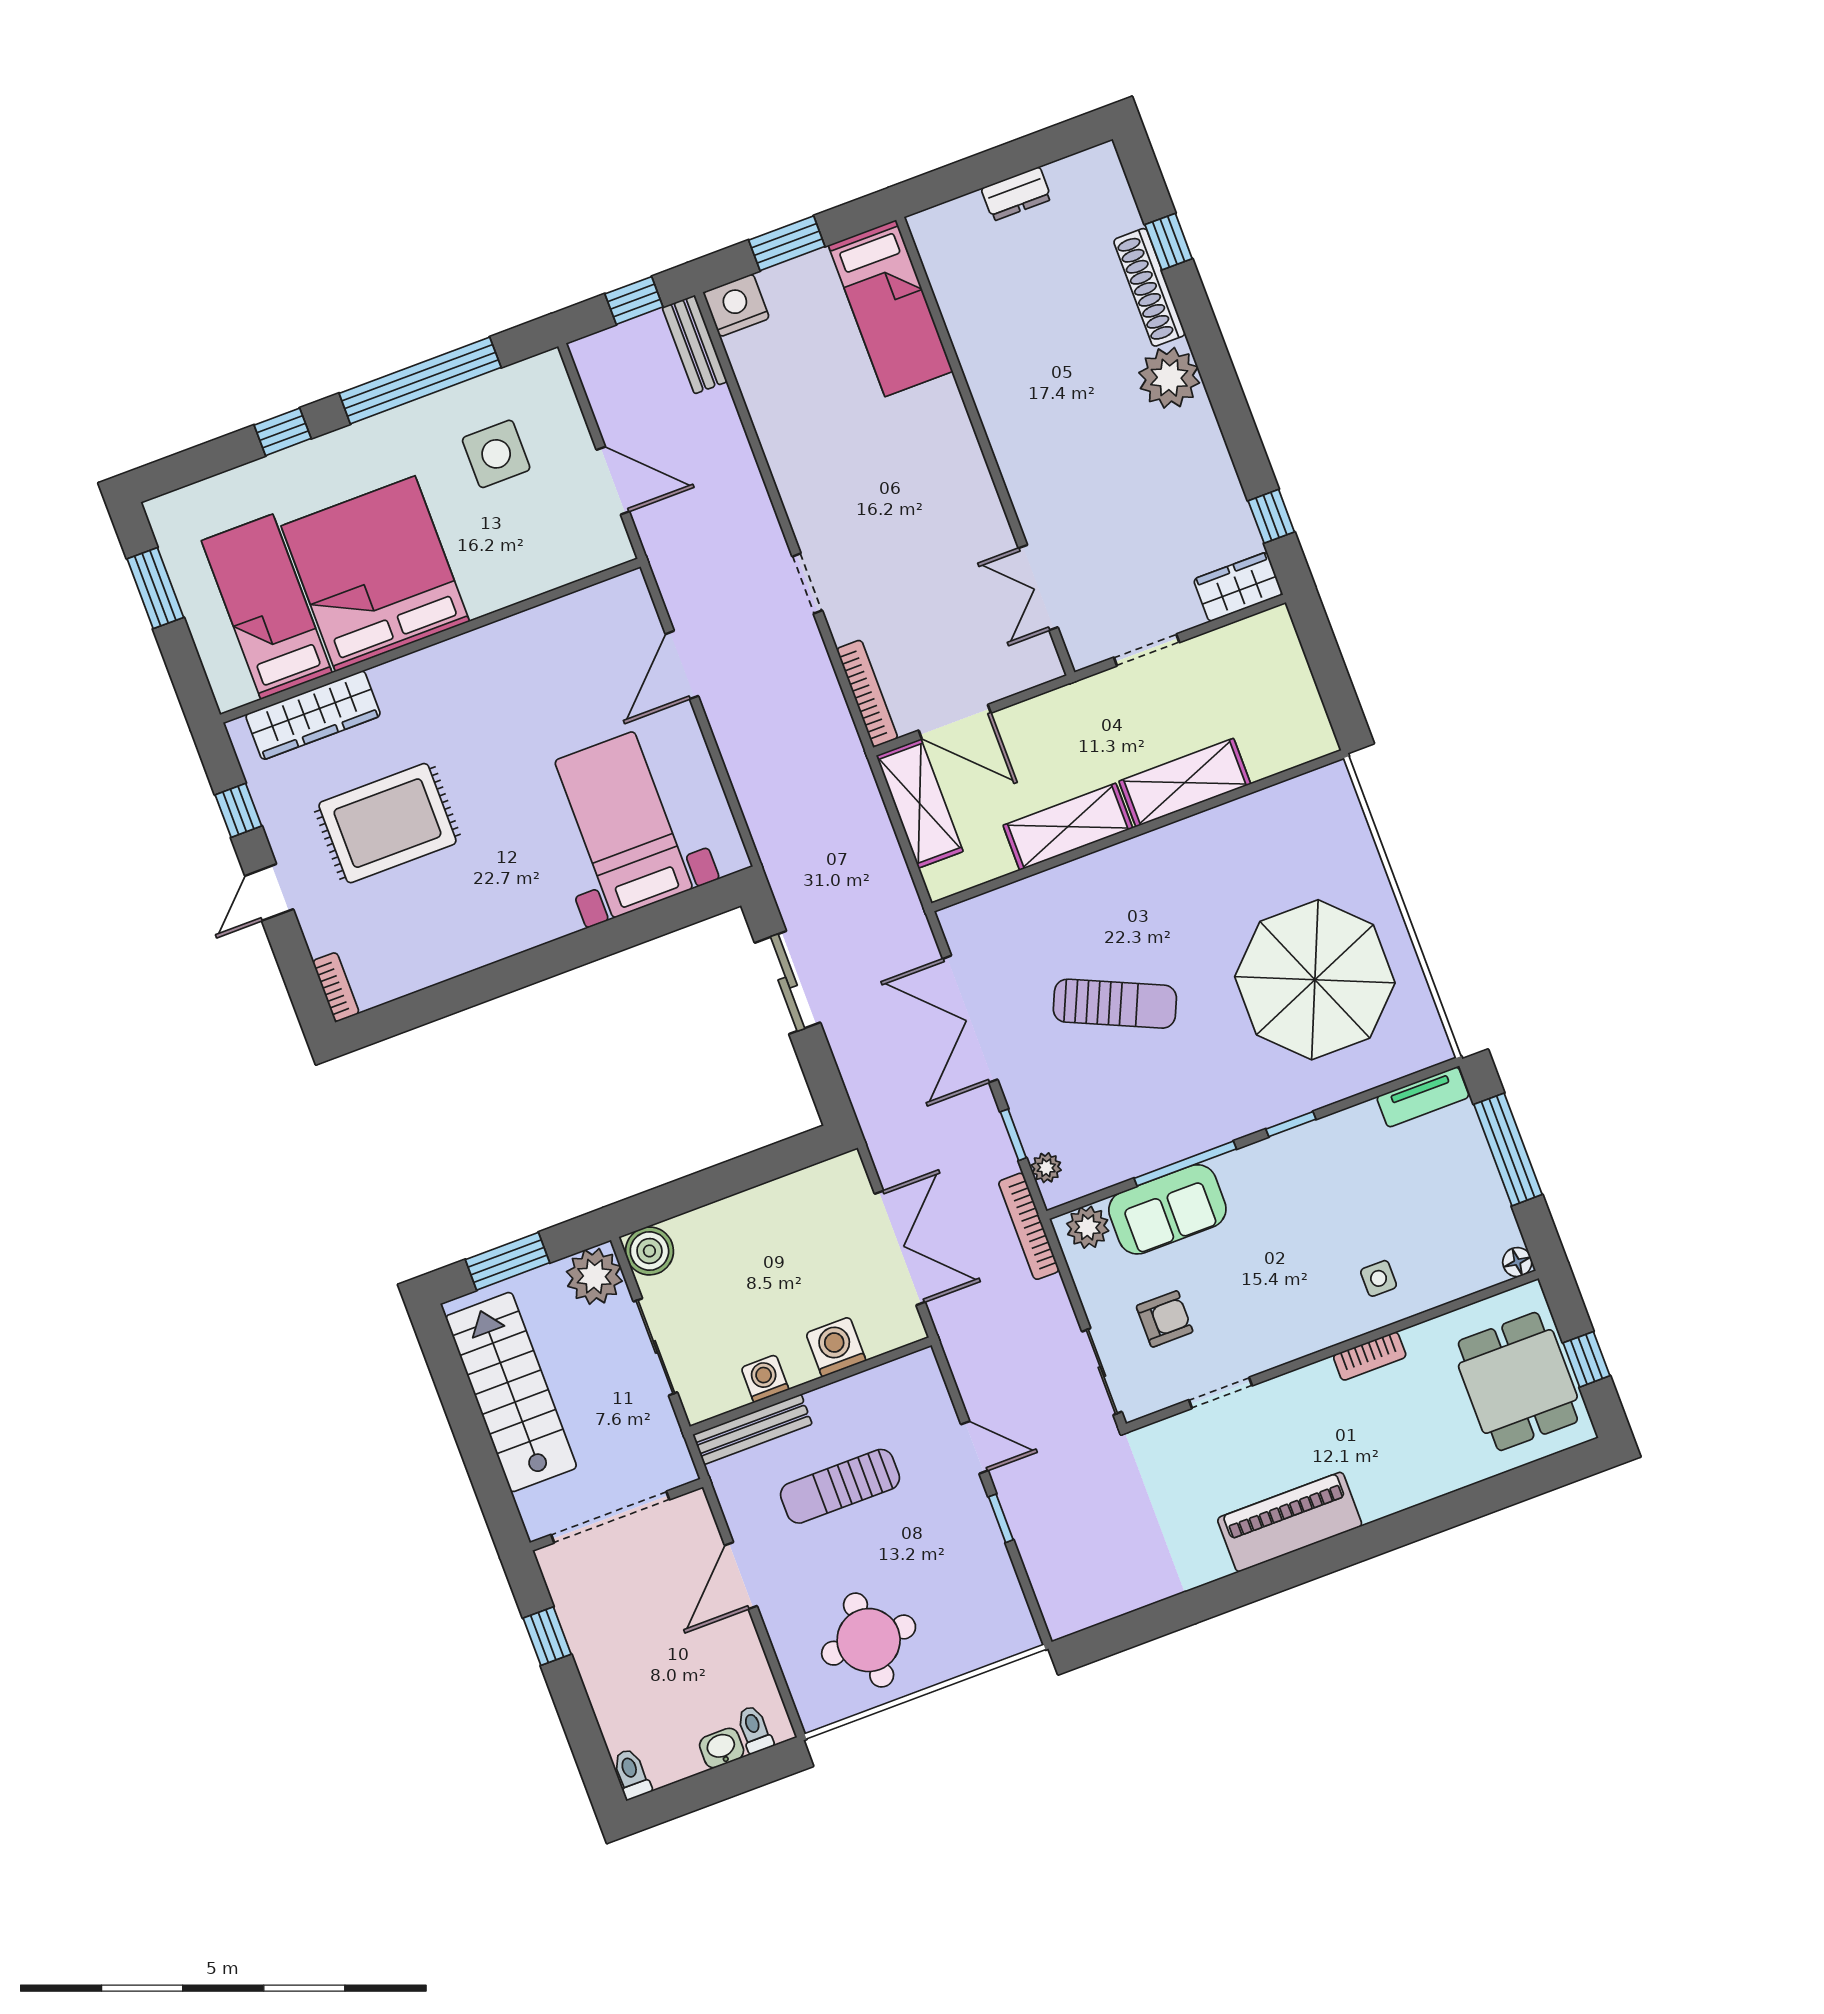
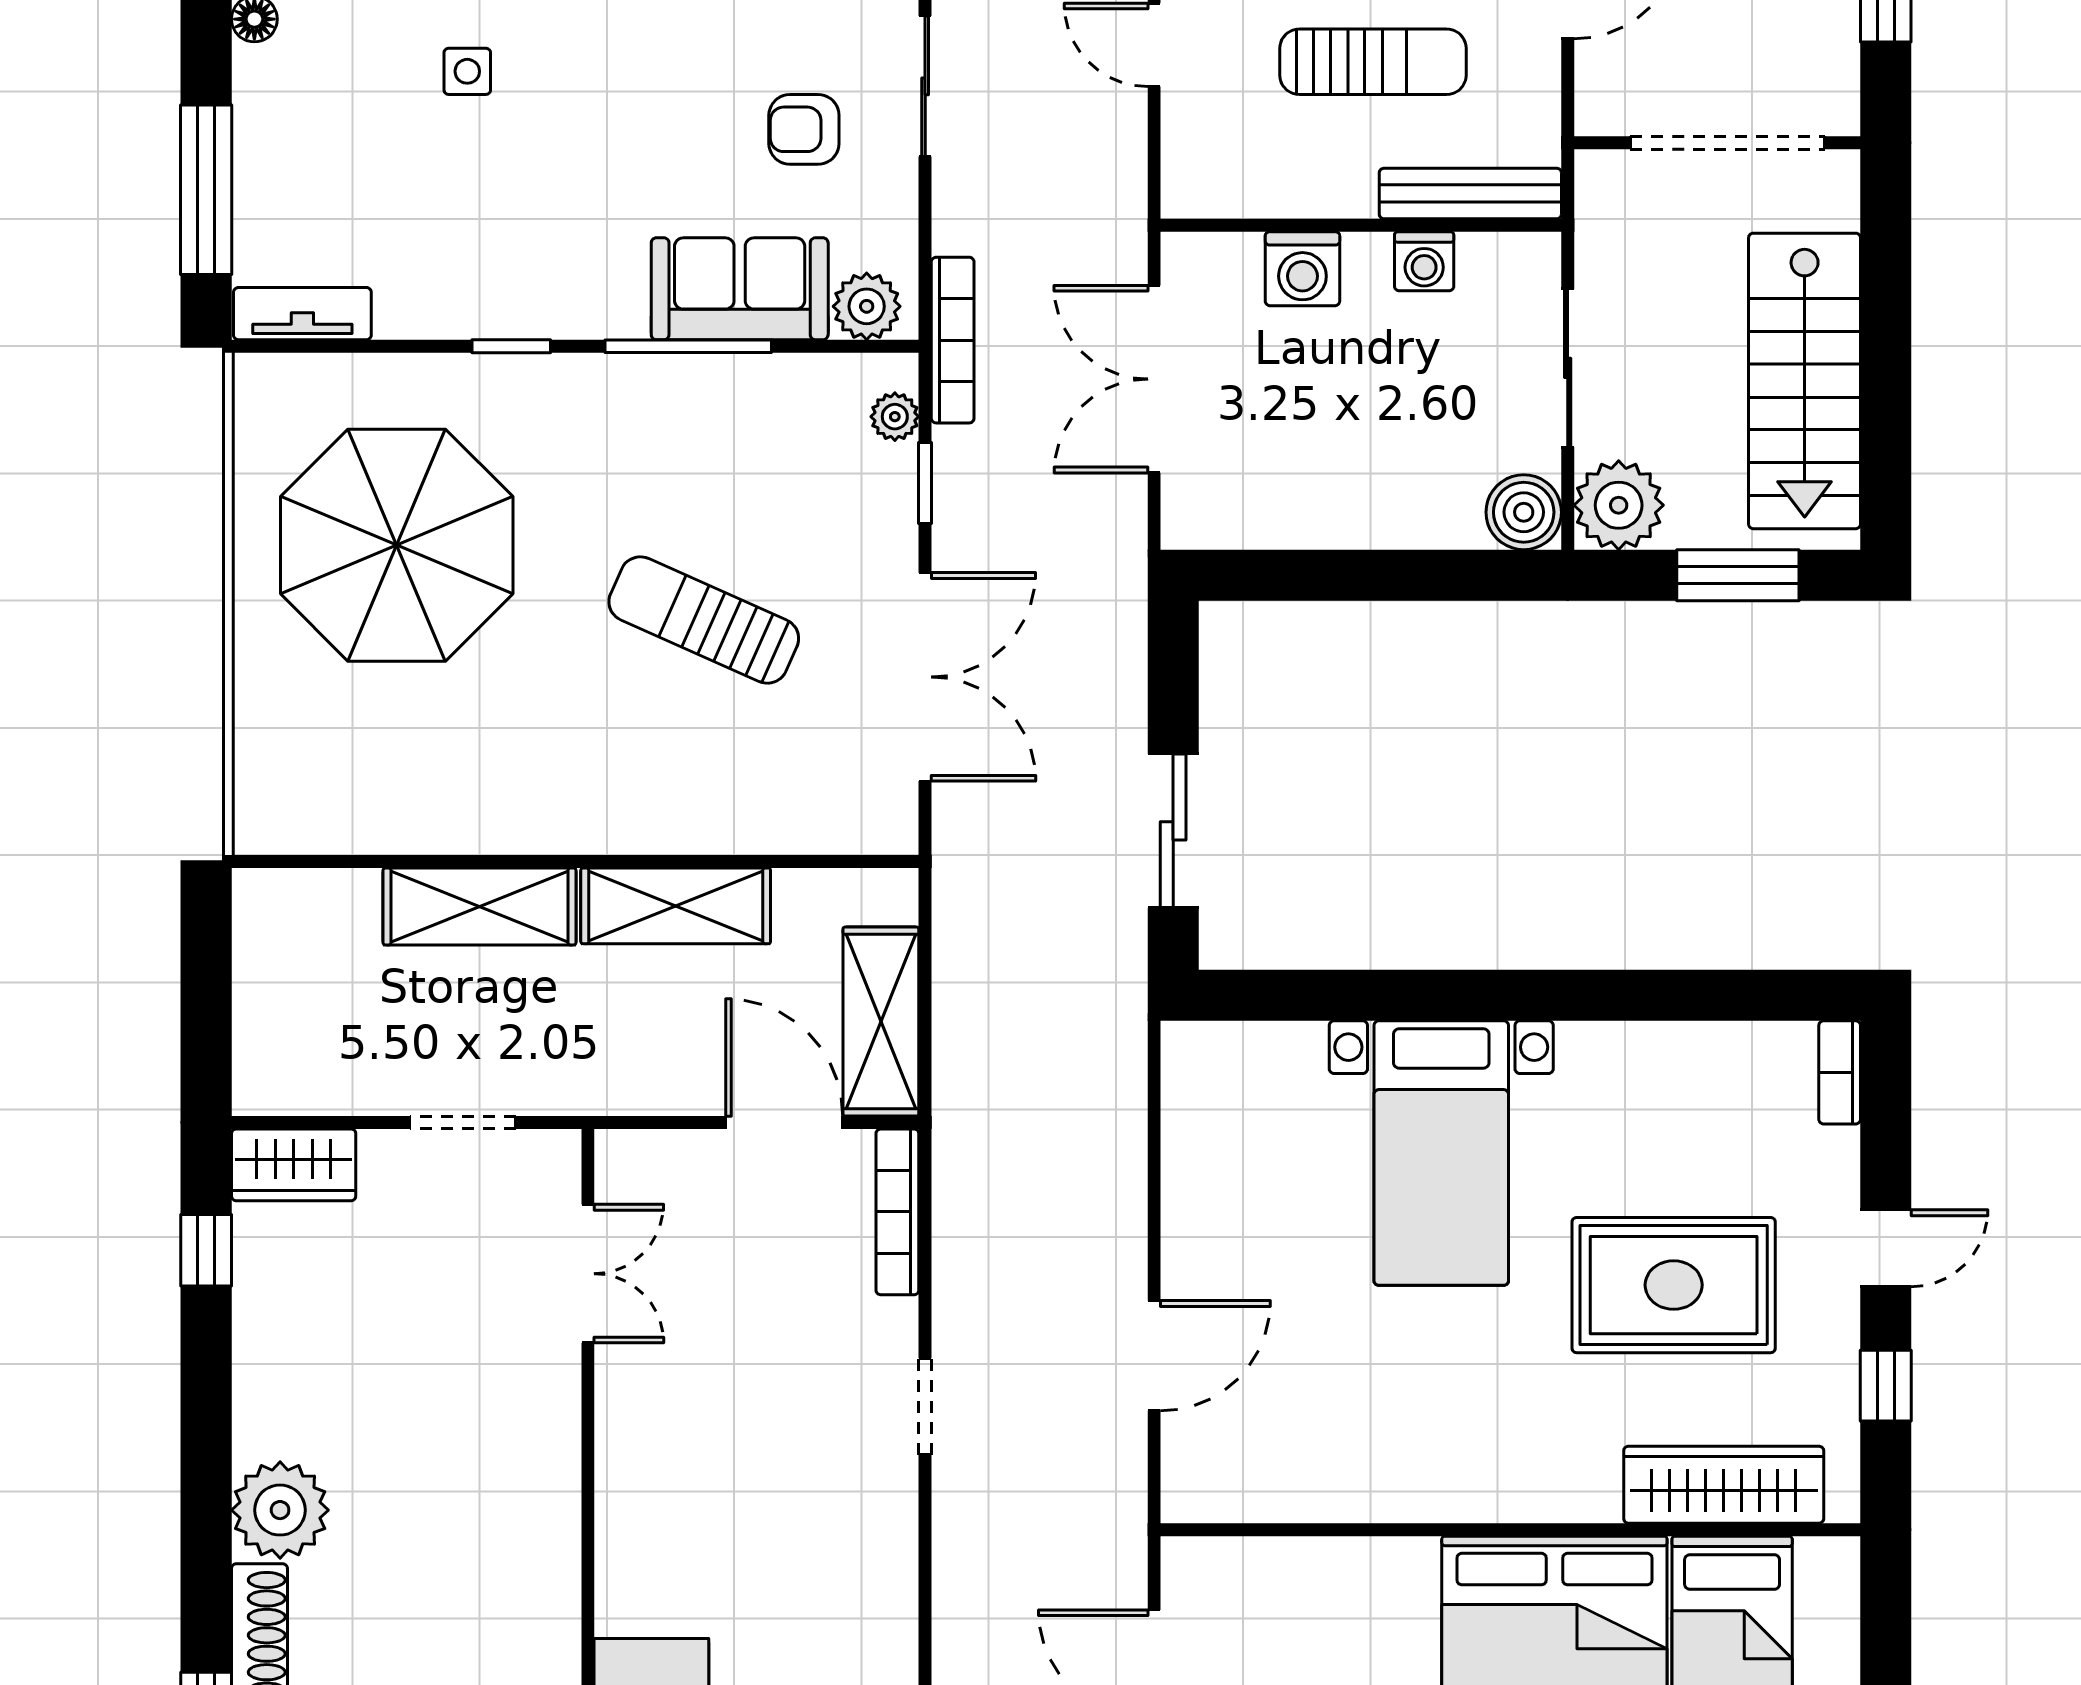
bed with nightstands: (624, 825) -> (1441, 1153), moved

